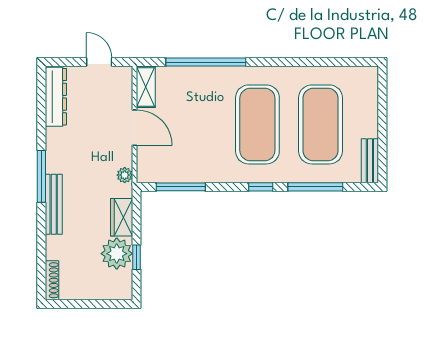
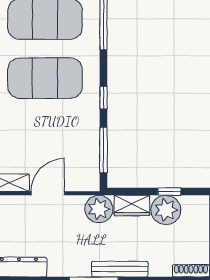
plant: (125, 175) -> (99, 209), width x1.87, depth x1.87
window: (261, 187) -> (103, 98), moved

